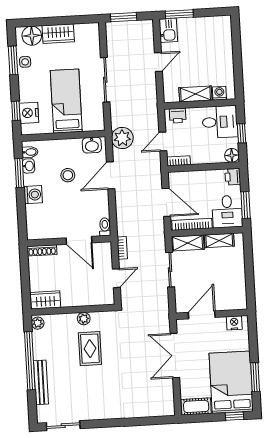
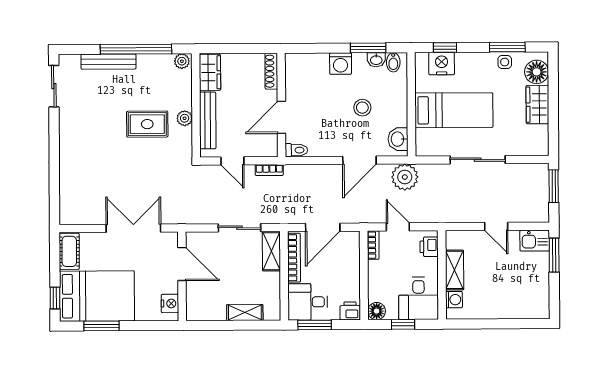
door: (111, 175) -> (359, 160), swing flipped
shelving: (219, 240) -> (245, 312), moved, turned 90
bench: (85, 300) -> (208, 120), added

